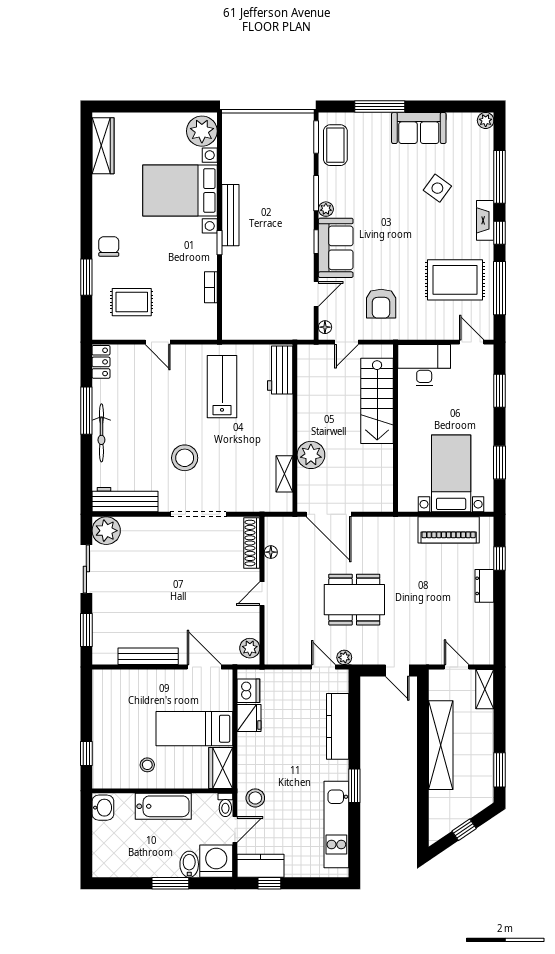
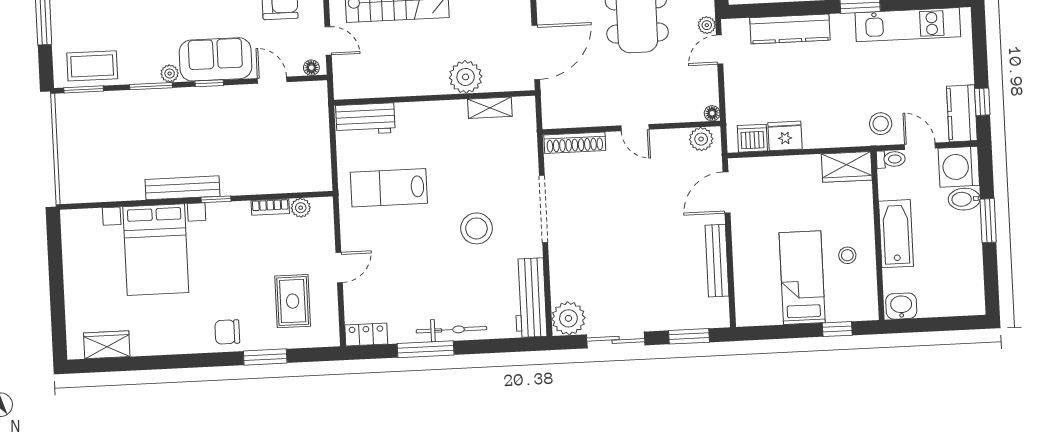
plant: (202, 131) -> (301, 208), moved, width x0.53, depth x0.53
wardrobe: (103, 146) -> (107, 345), width x0.67
floor lamp: (271, 552) -> (712, 113), moved
bed: (194, 729) -> (802, 278), moved, turned 180

